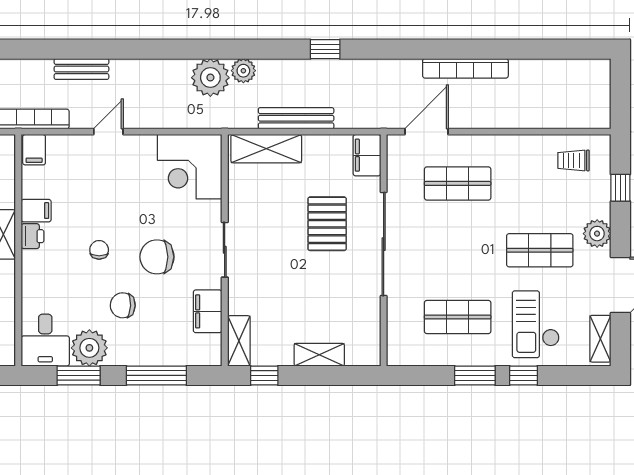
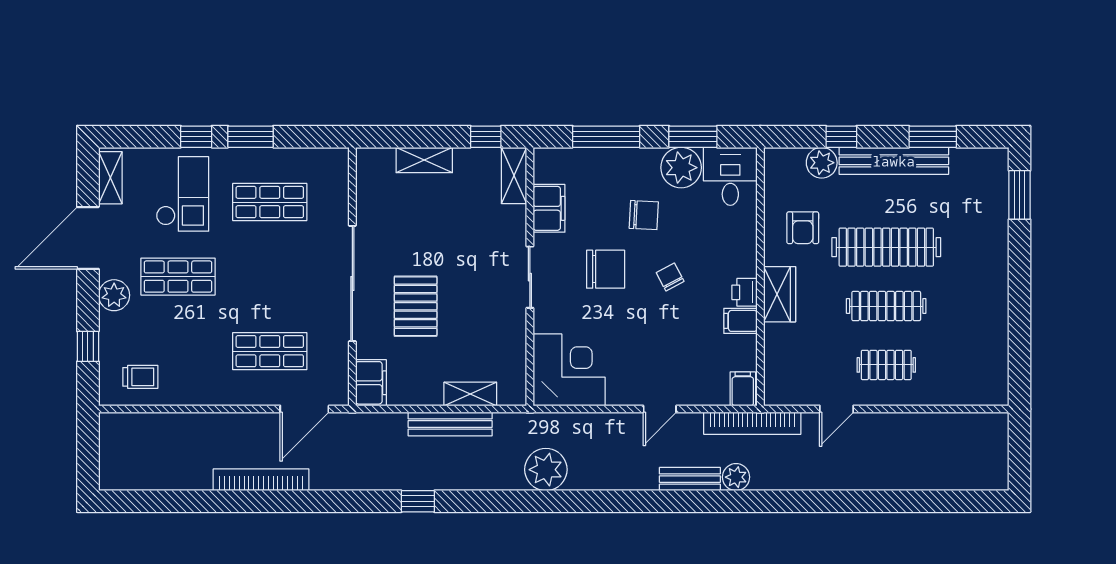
plant: (243, 71) -> (736, 477), moved
shelving: (266, 149) -> (470, 394), width x0.67, depth x0.75
chair: (99, 250) -> (670, 277), turned 152

